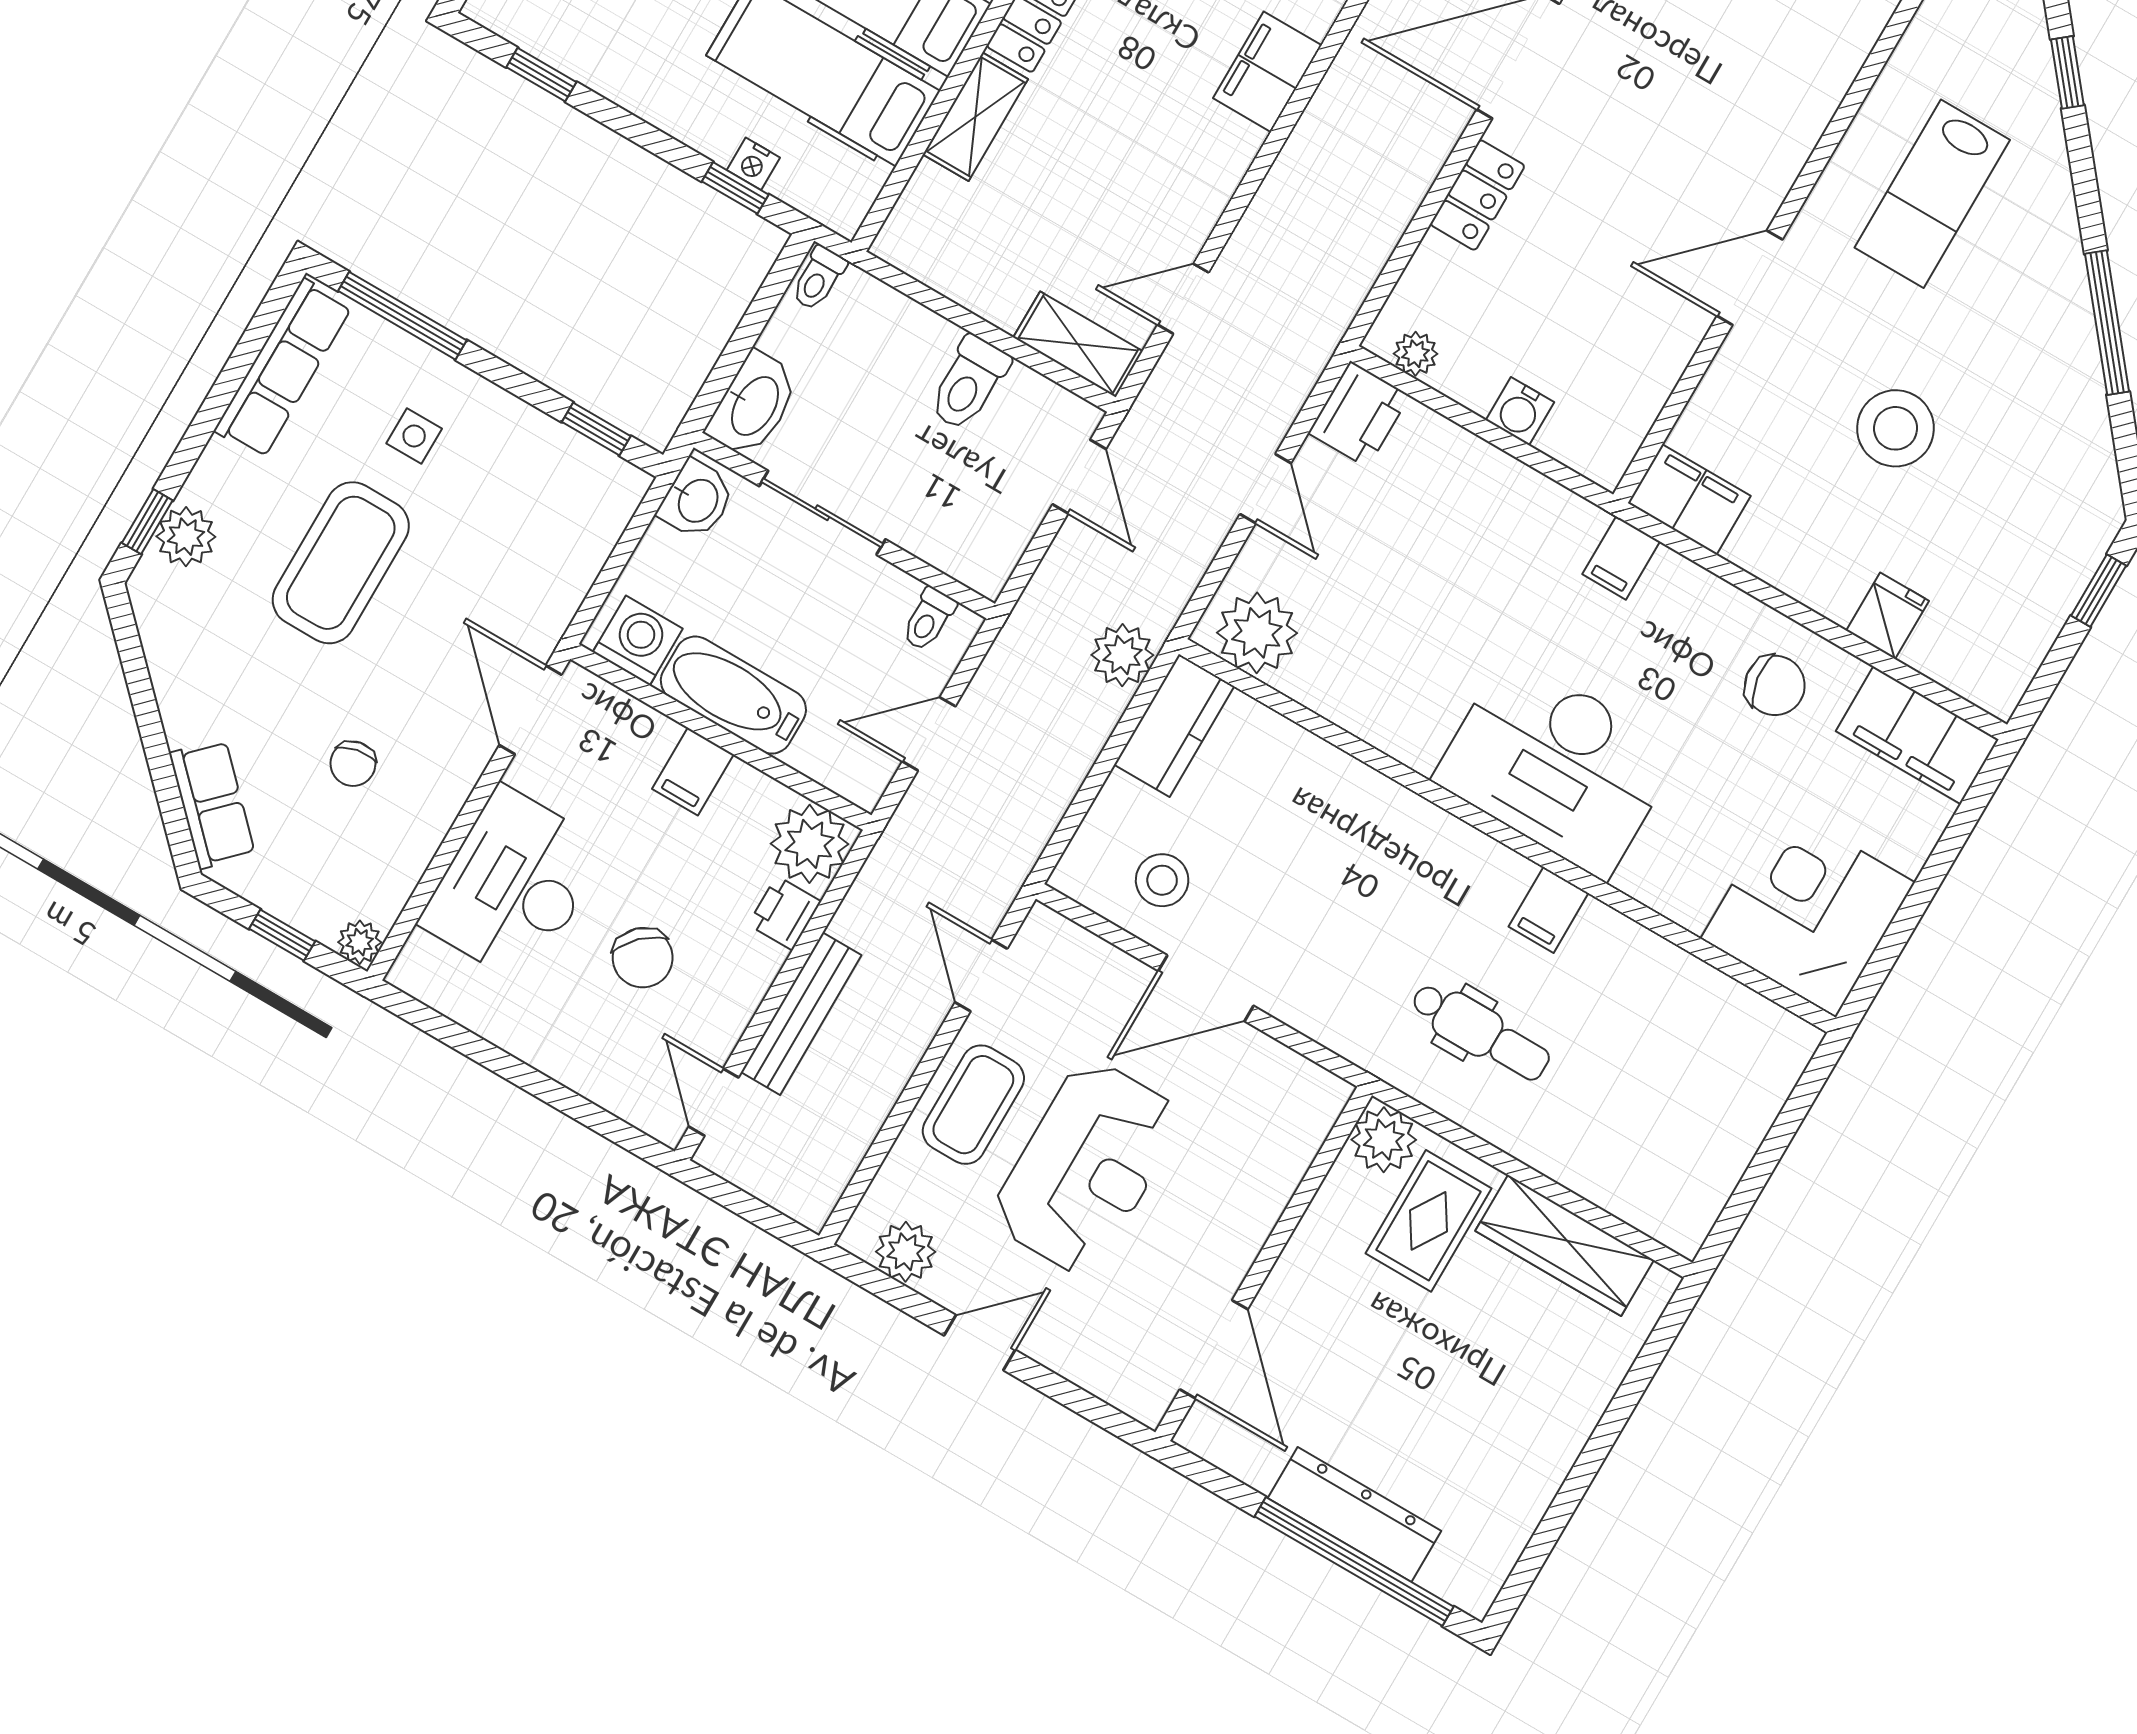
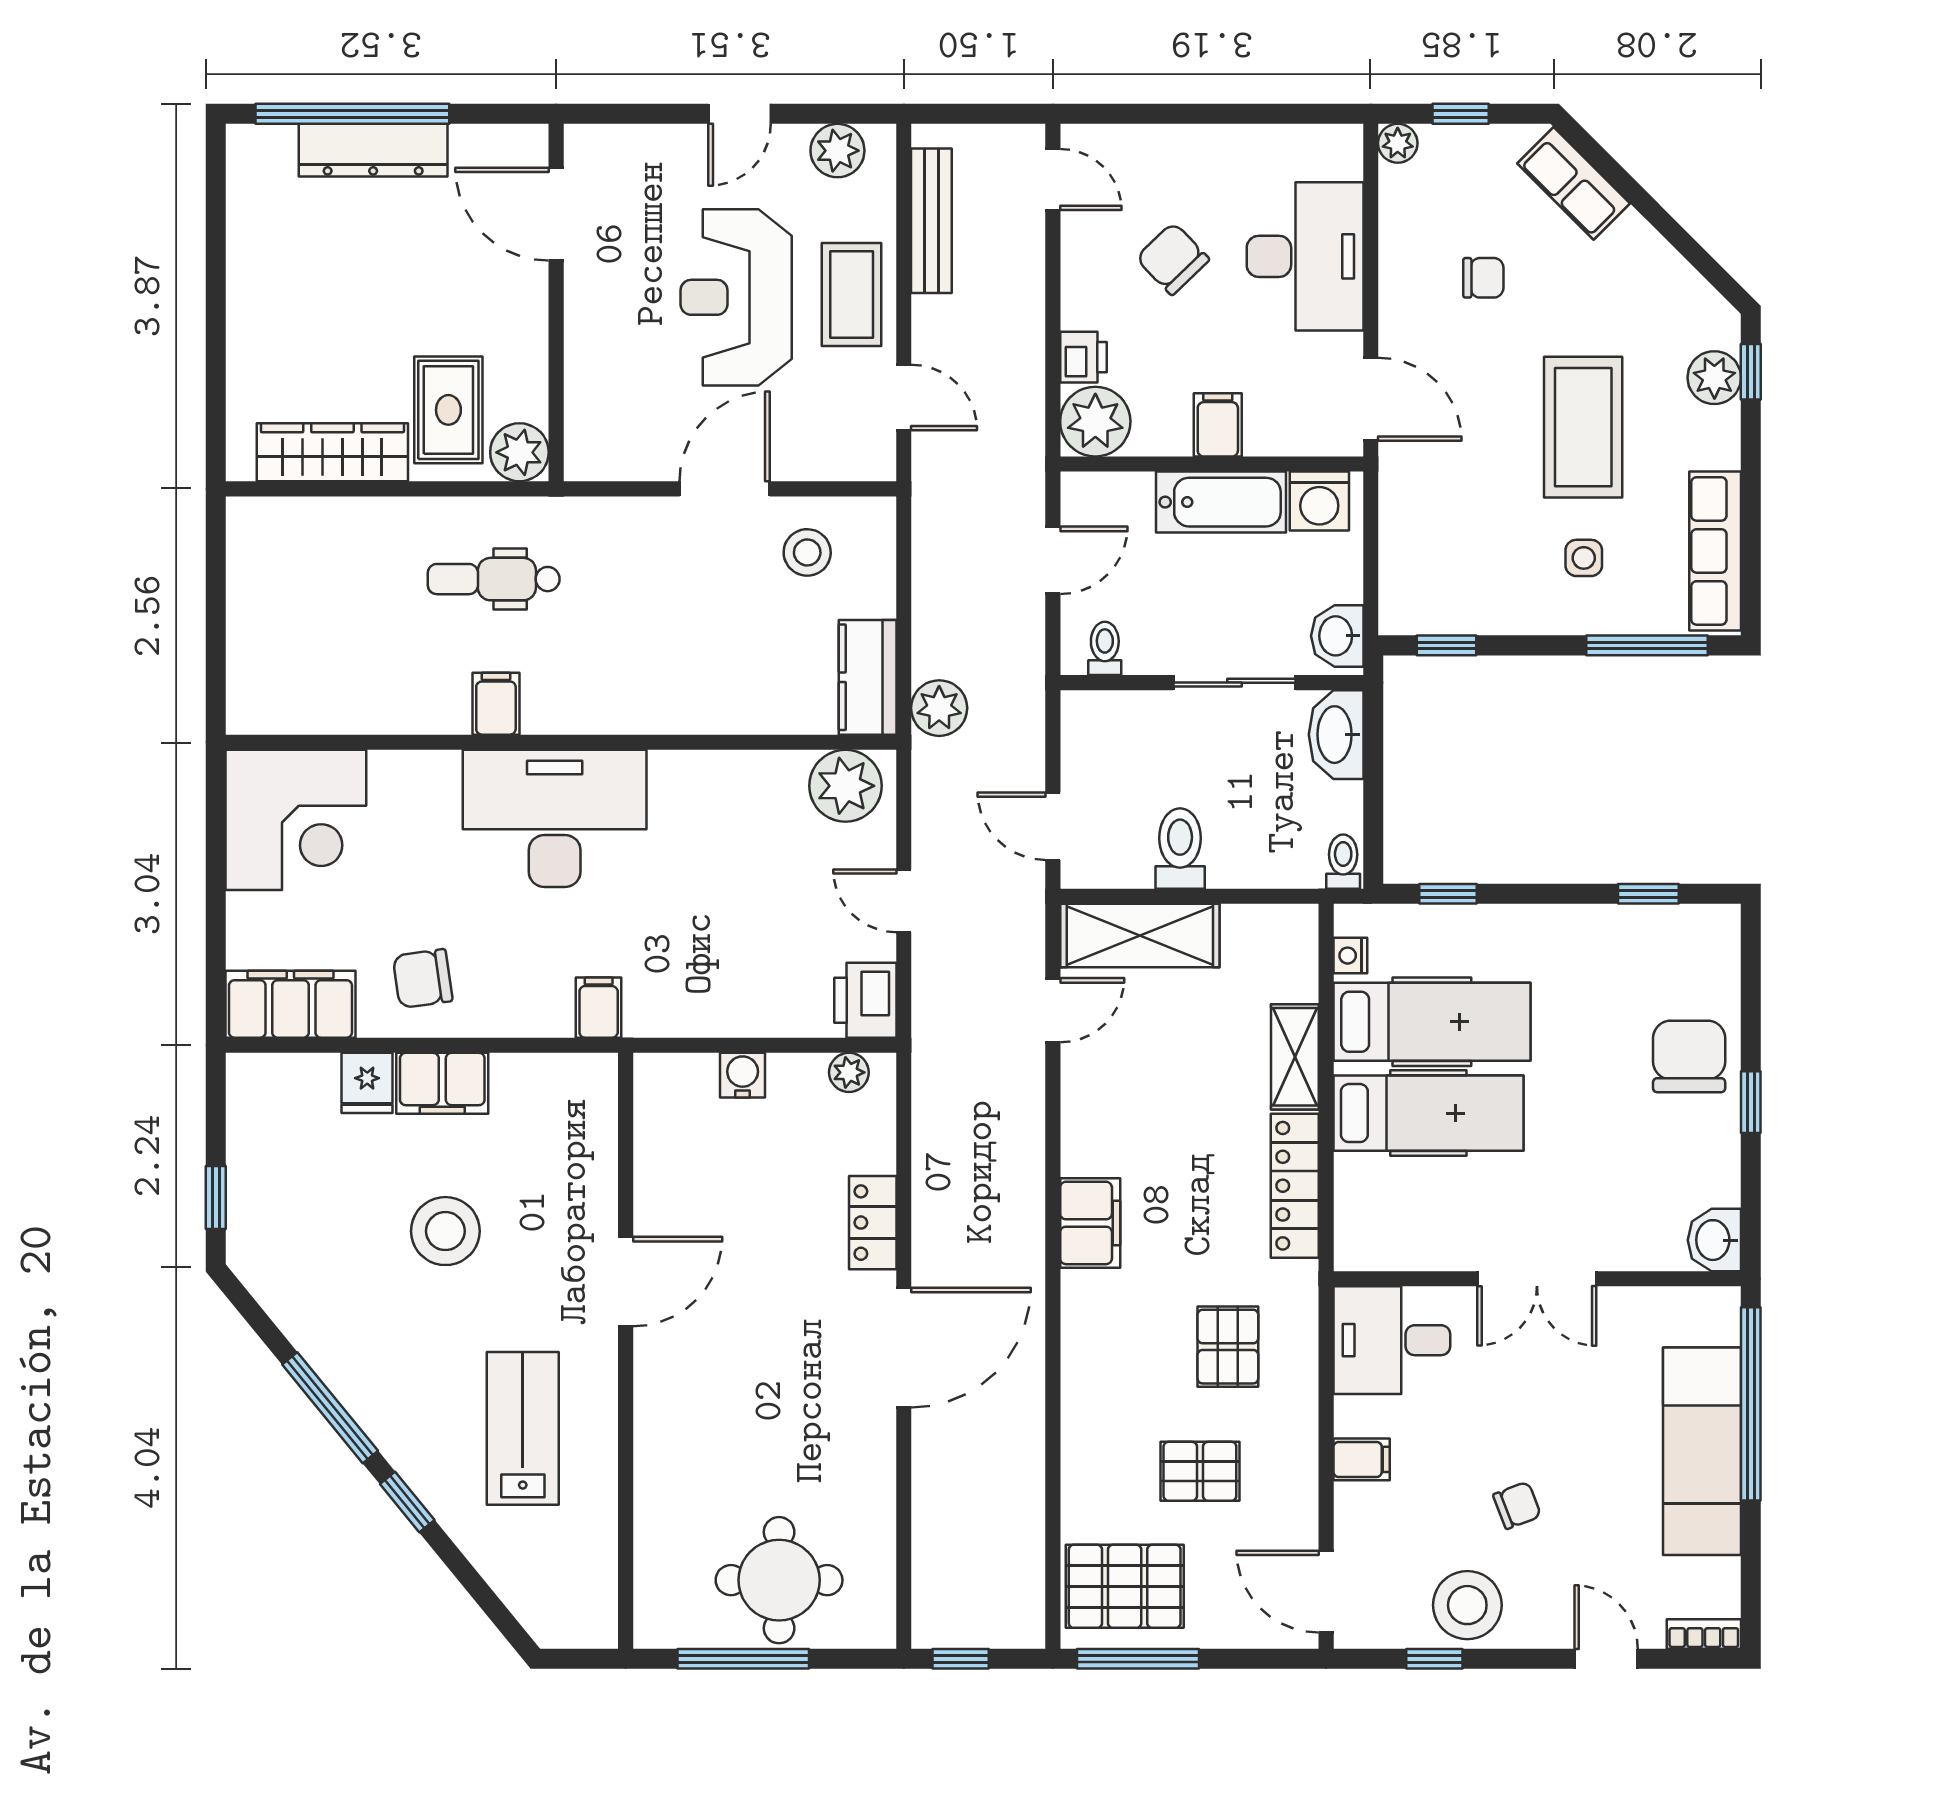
window: (2067, 72) -> (407, 1502), moved
nightstand: (753, 164) -> (1350, 956), moved, turned -90
shelving: (1078, 344) -> (1140, 936), width x1.50, depth x1.33
filing cabinet: (1689, 500) -> (442, 1083), moved
chair: (353, 764) -> (1483, 278), turned 101
bench: (801, 1014) -> (931, 221), moved

